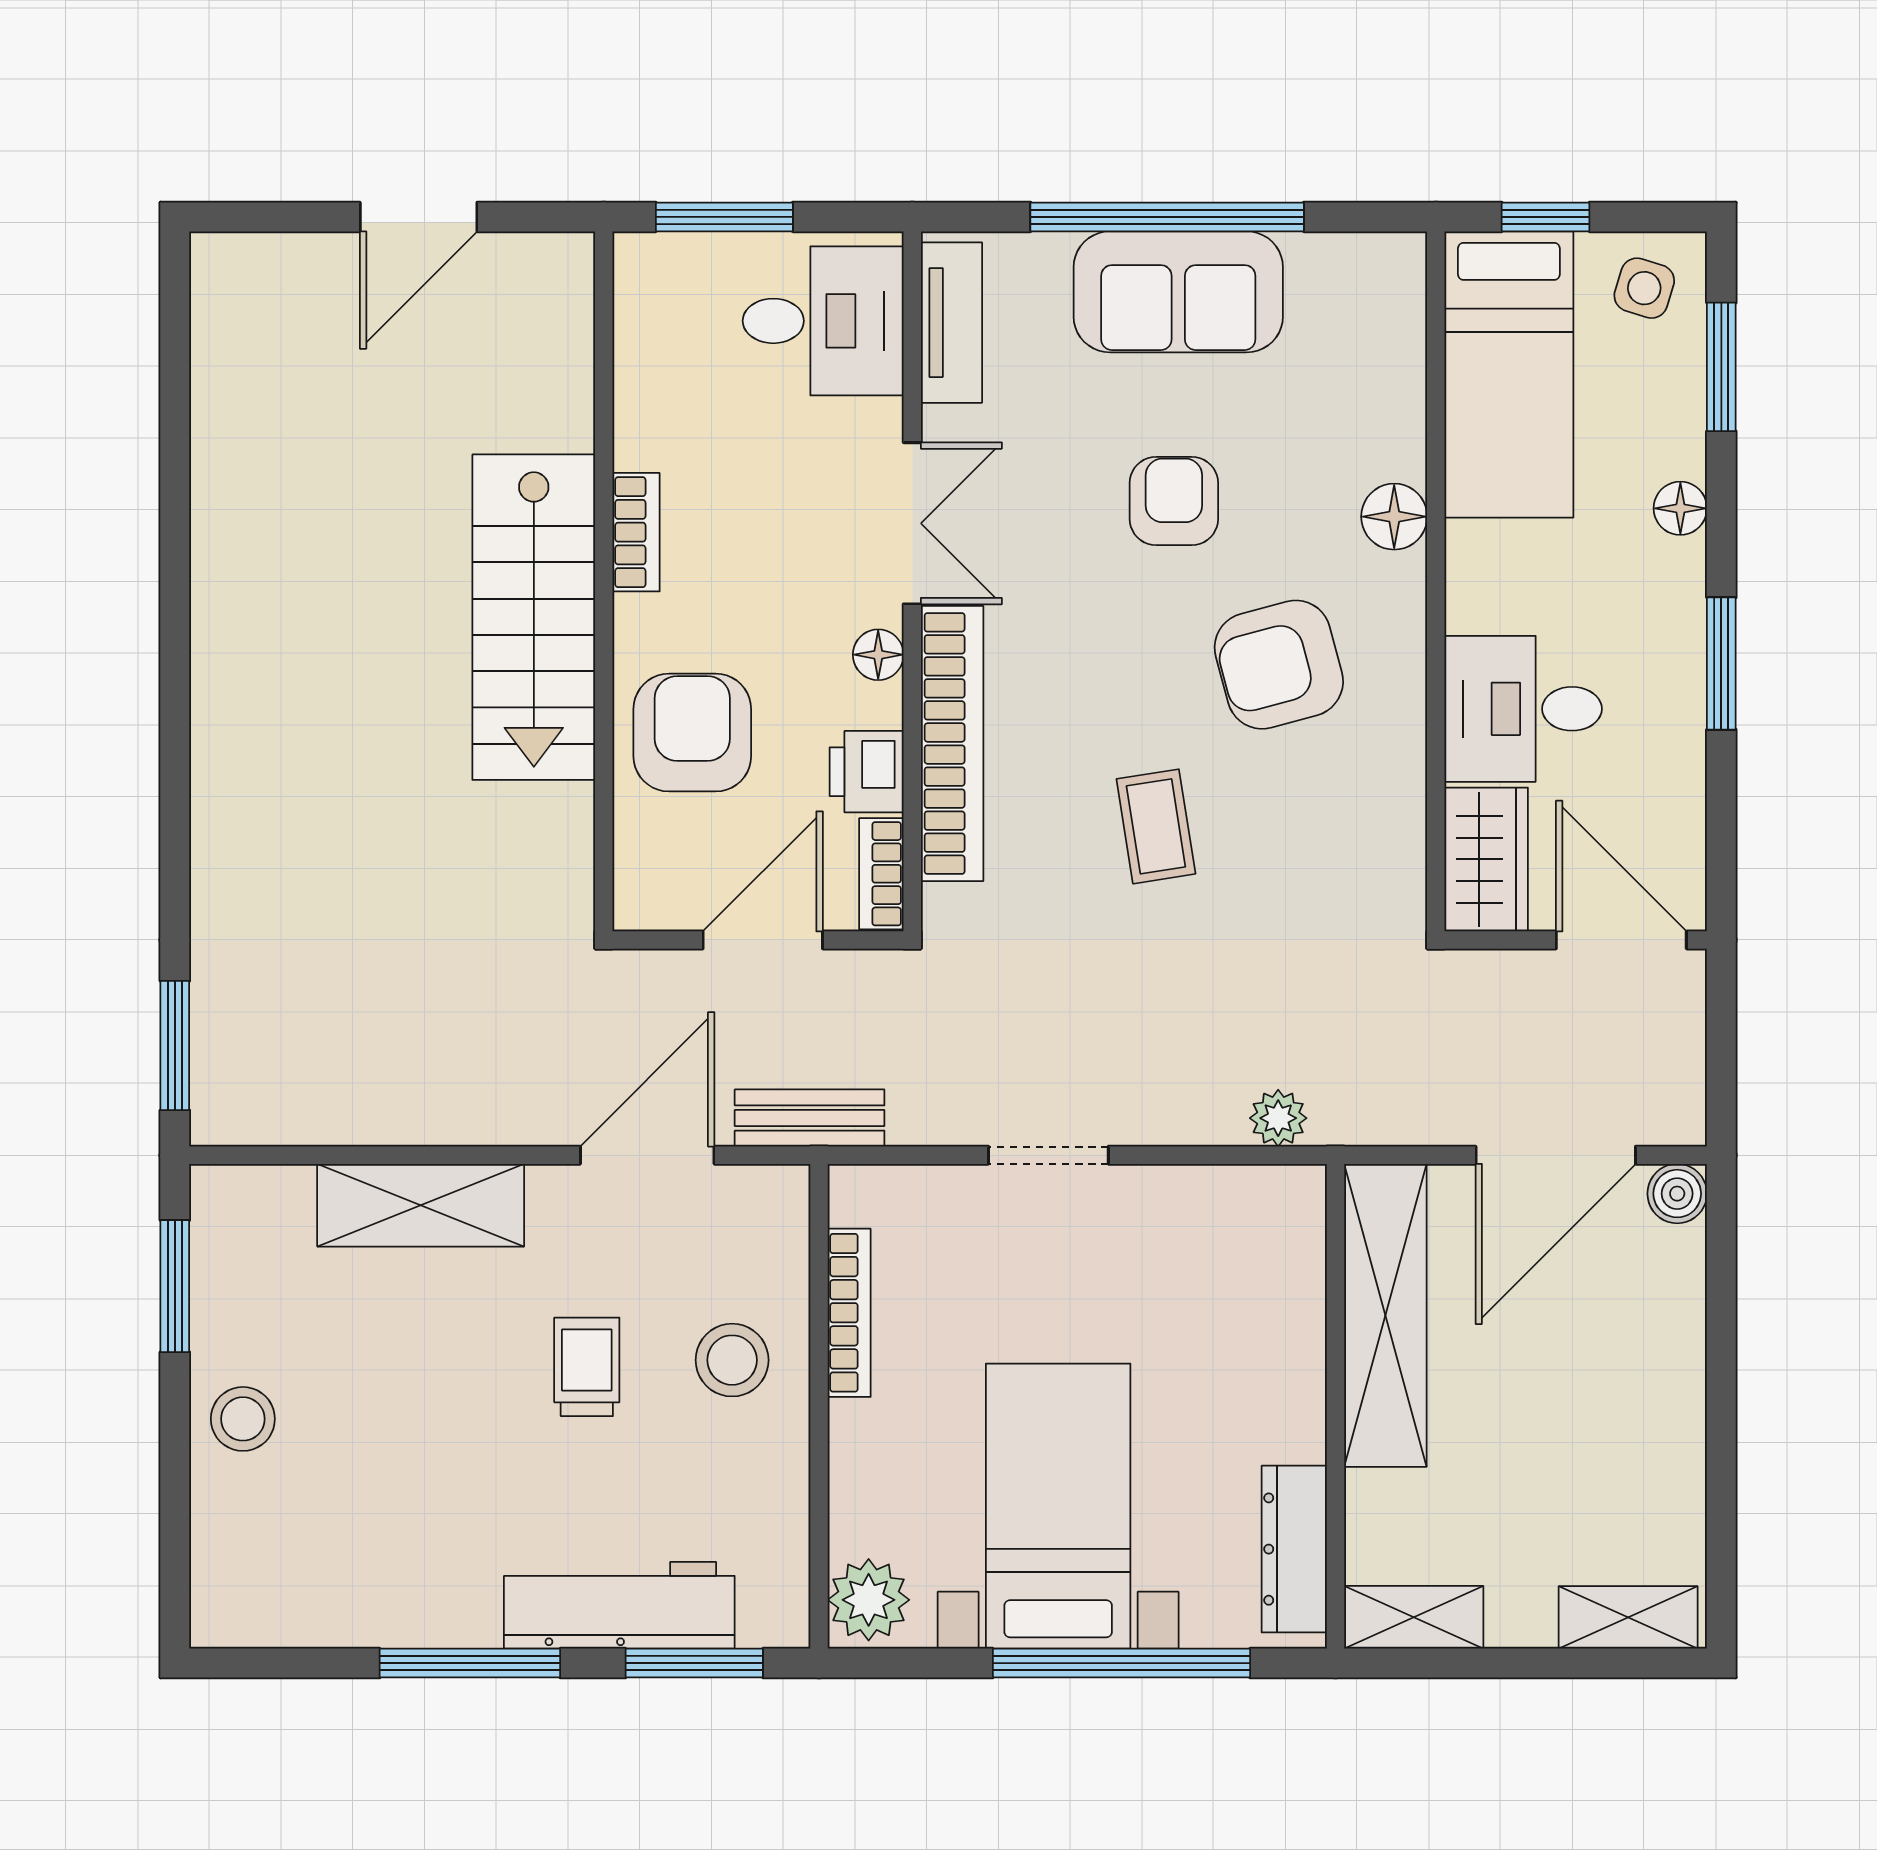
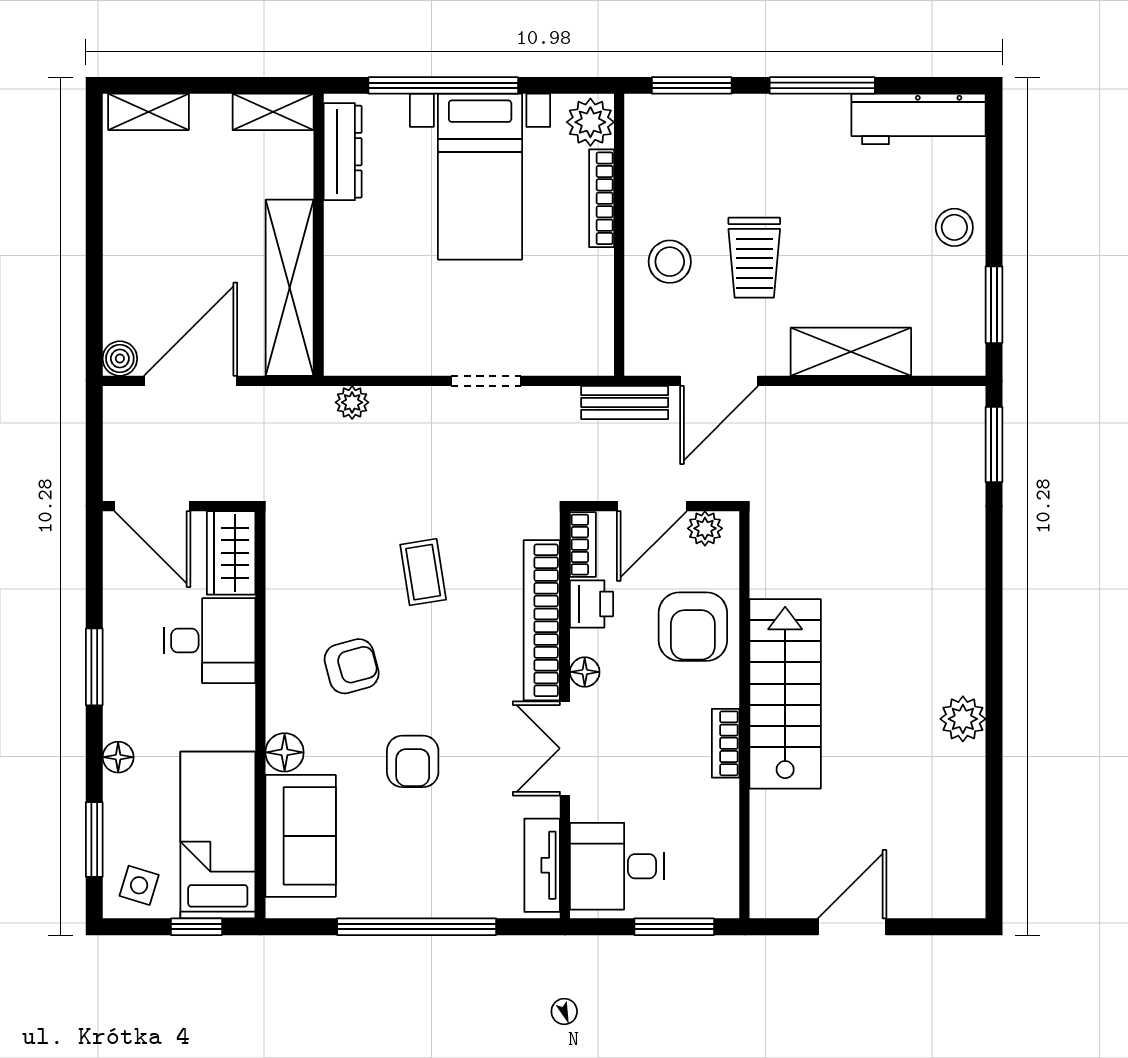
sofa: (1178, 292) -> (301, 836), moved, turned 90
plant: (228, 574) -> (963, 719), added
armchair: (1279, 665) -> (352, 666), width x0.72, depth x0.72
plant: (672, 901) -> (705, 528), added
bookcase: (849, 1313) -> (602, 198), moved
trolley: (587, 1367) -> (754, 258), width x1.36, depth x1.39
workbench: (619, 1605) -> (918, 119), moved

